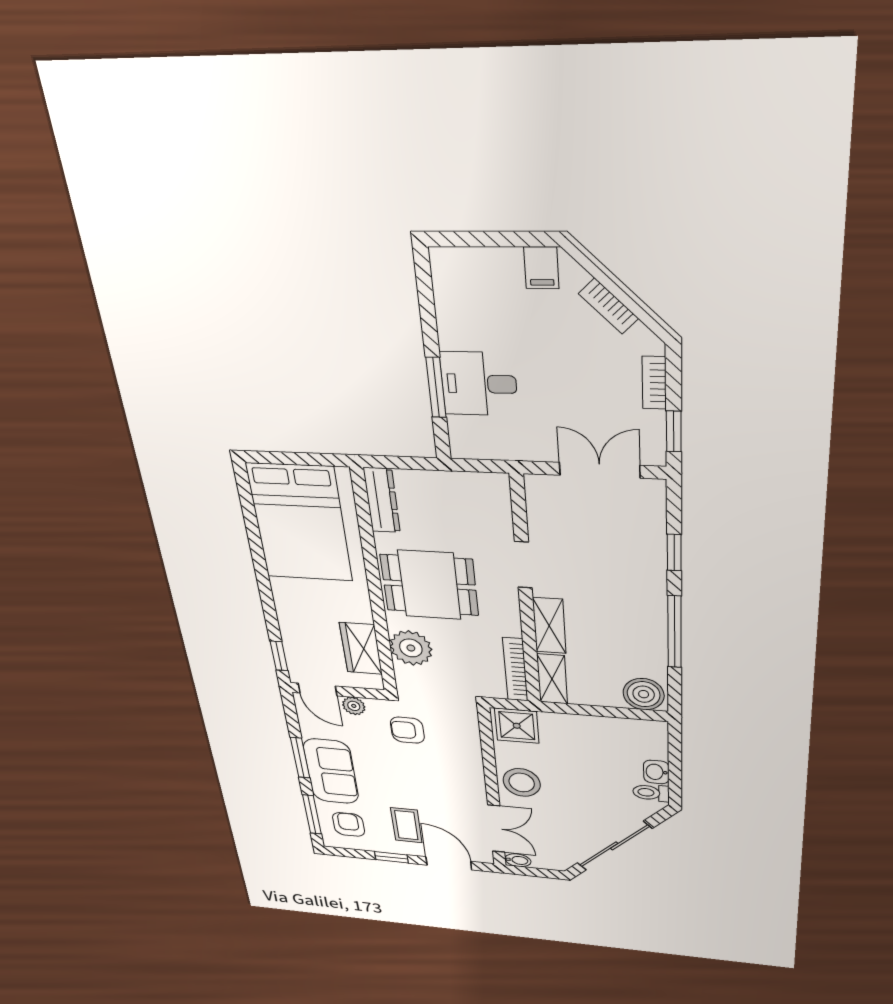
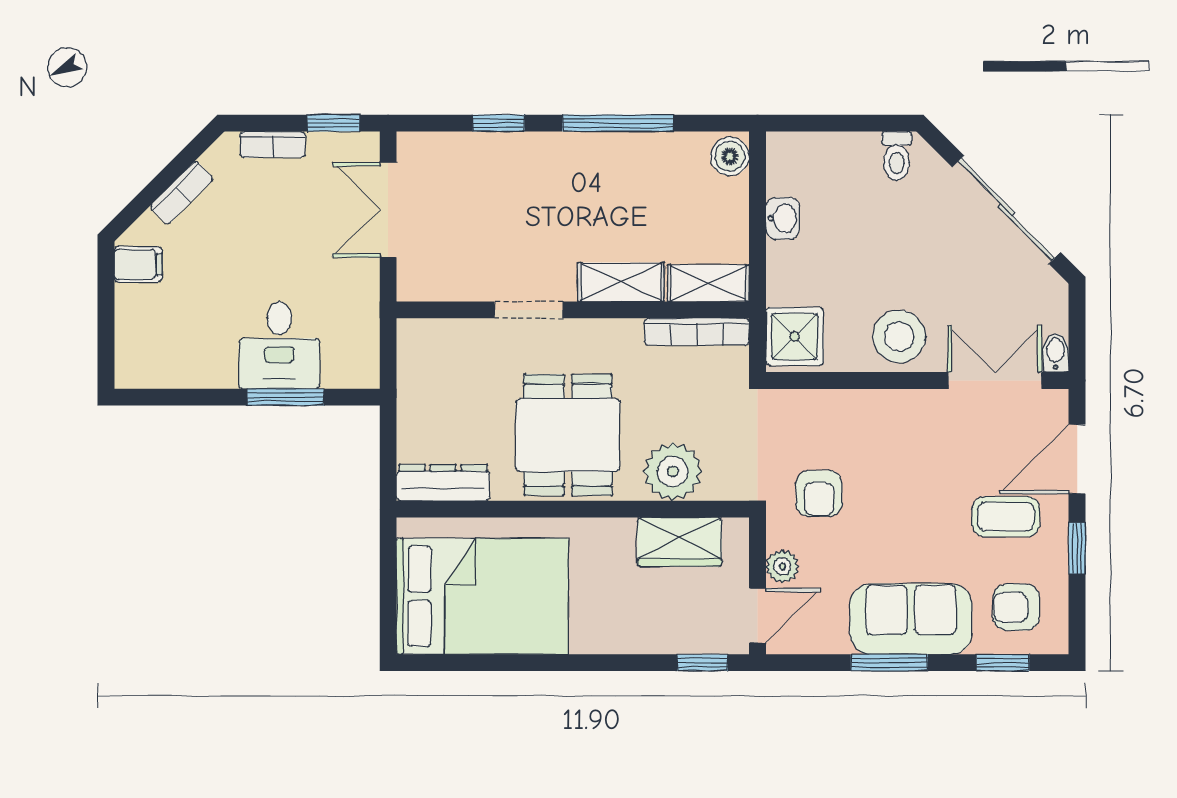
boiler: (644, 694) -> (730, 156), width x0.73, depth x0.73
washbasin: (656, 772) -> (783, 218), moved, turned -90
window: (312, 815) -> (1003, 663), width x0.67

